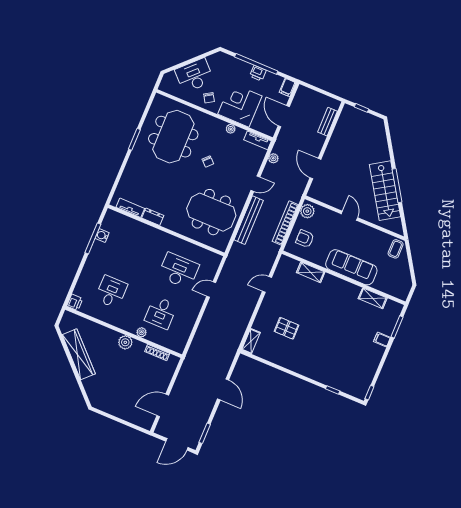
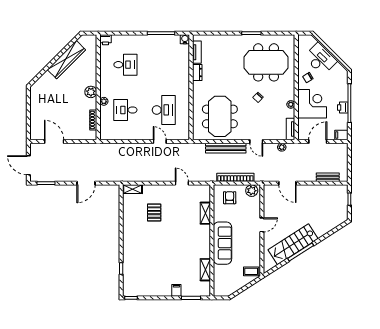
door: (315, 169) -> (287, 183), swing flipped
water cooler: (102, 235) -> (185, 39), moved

